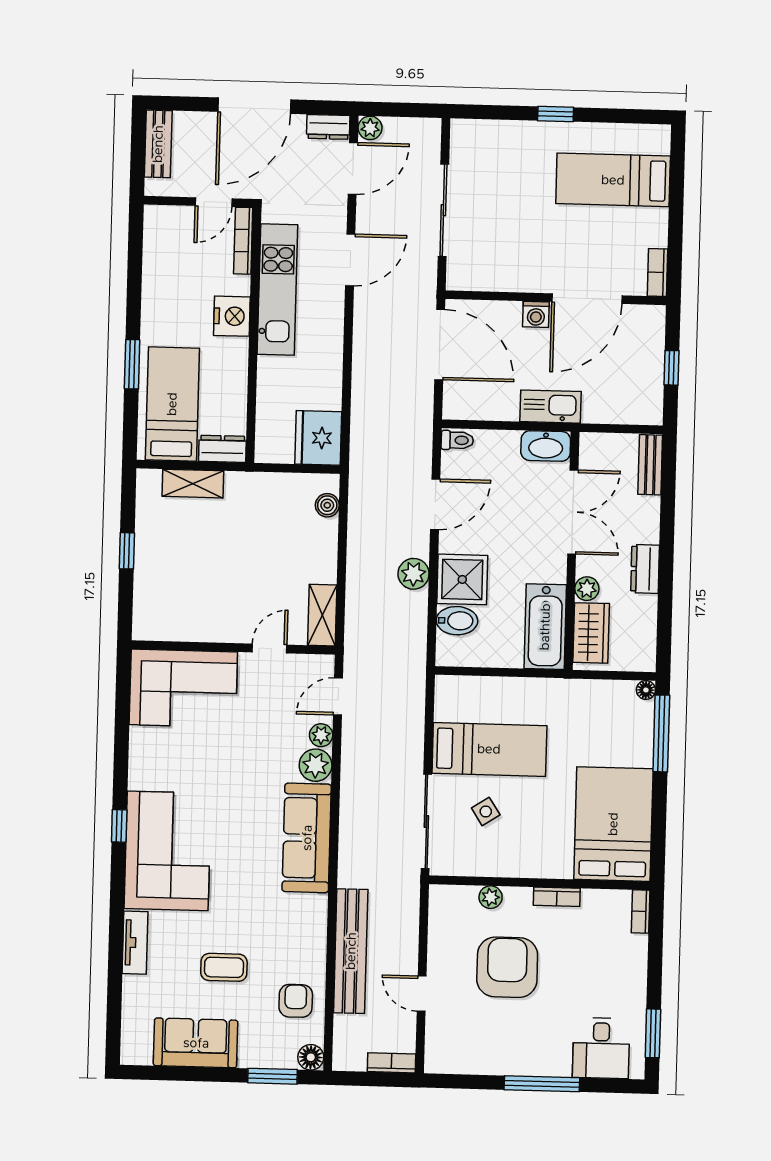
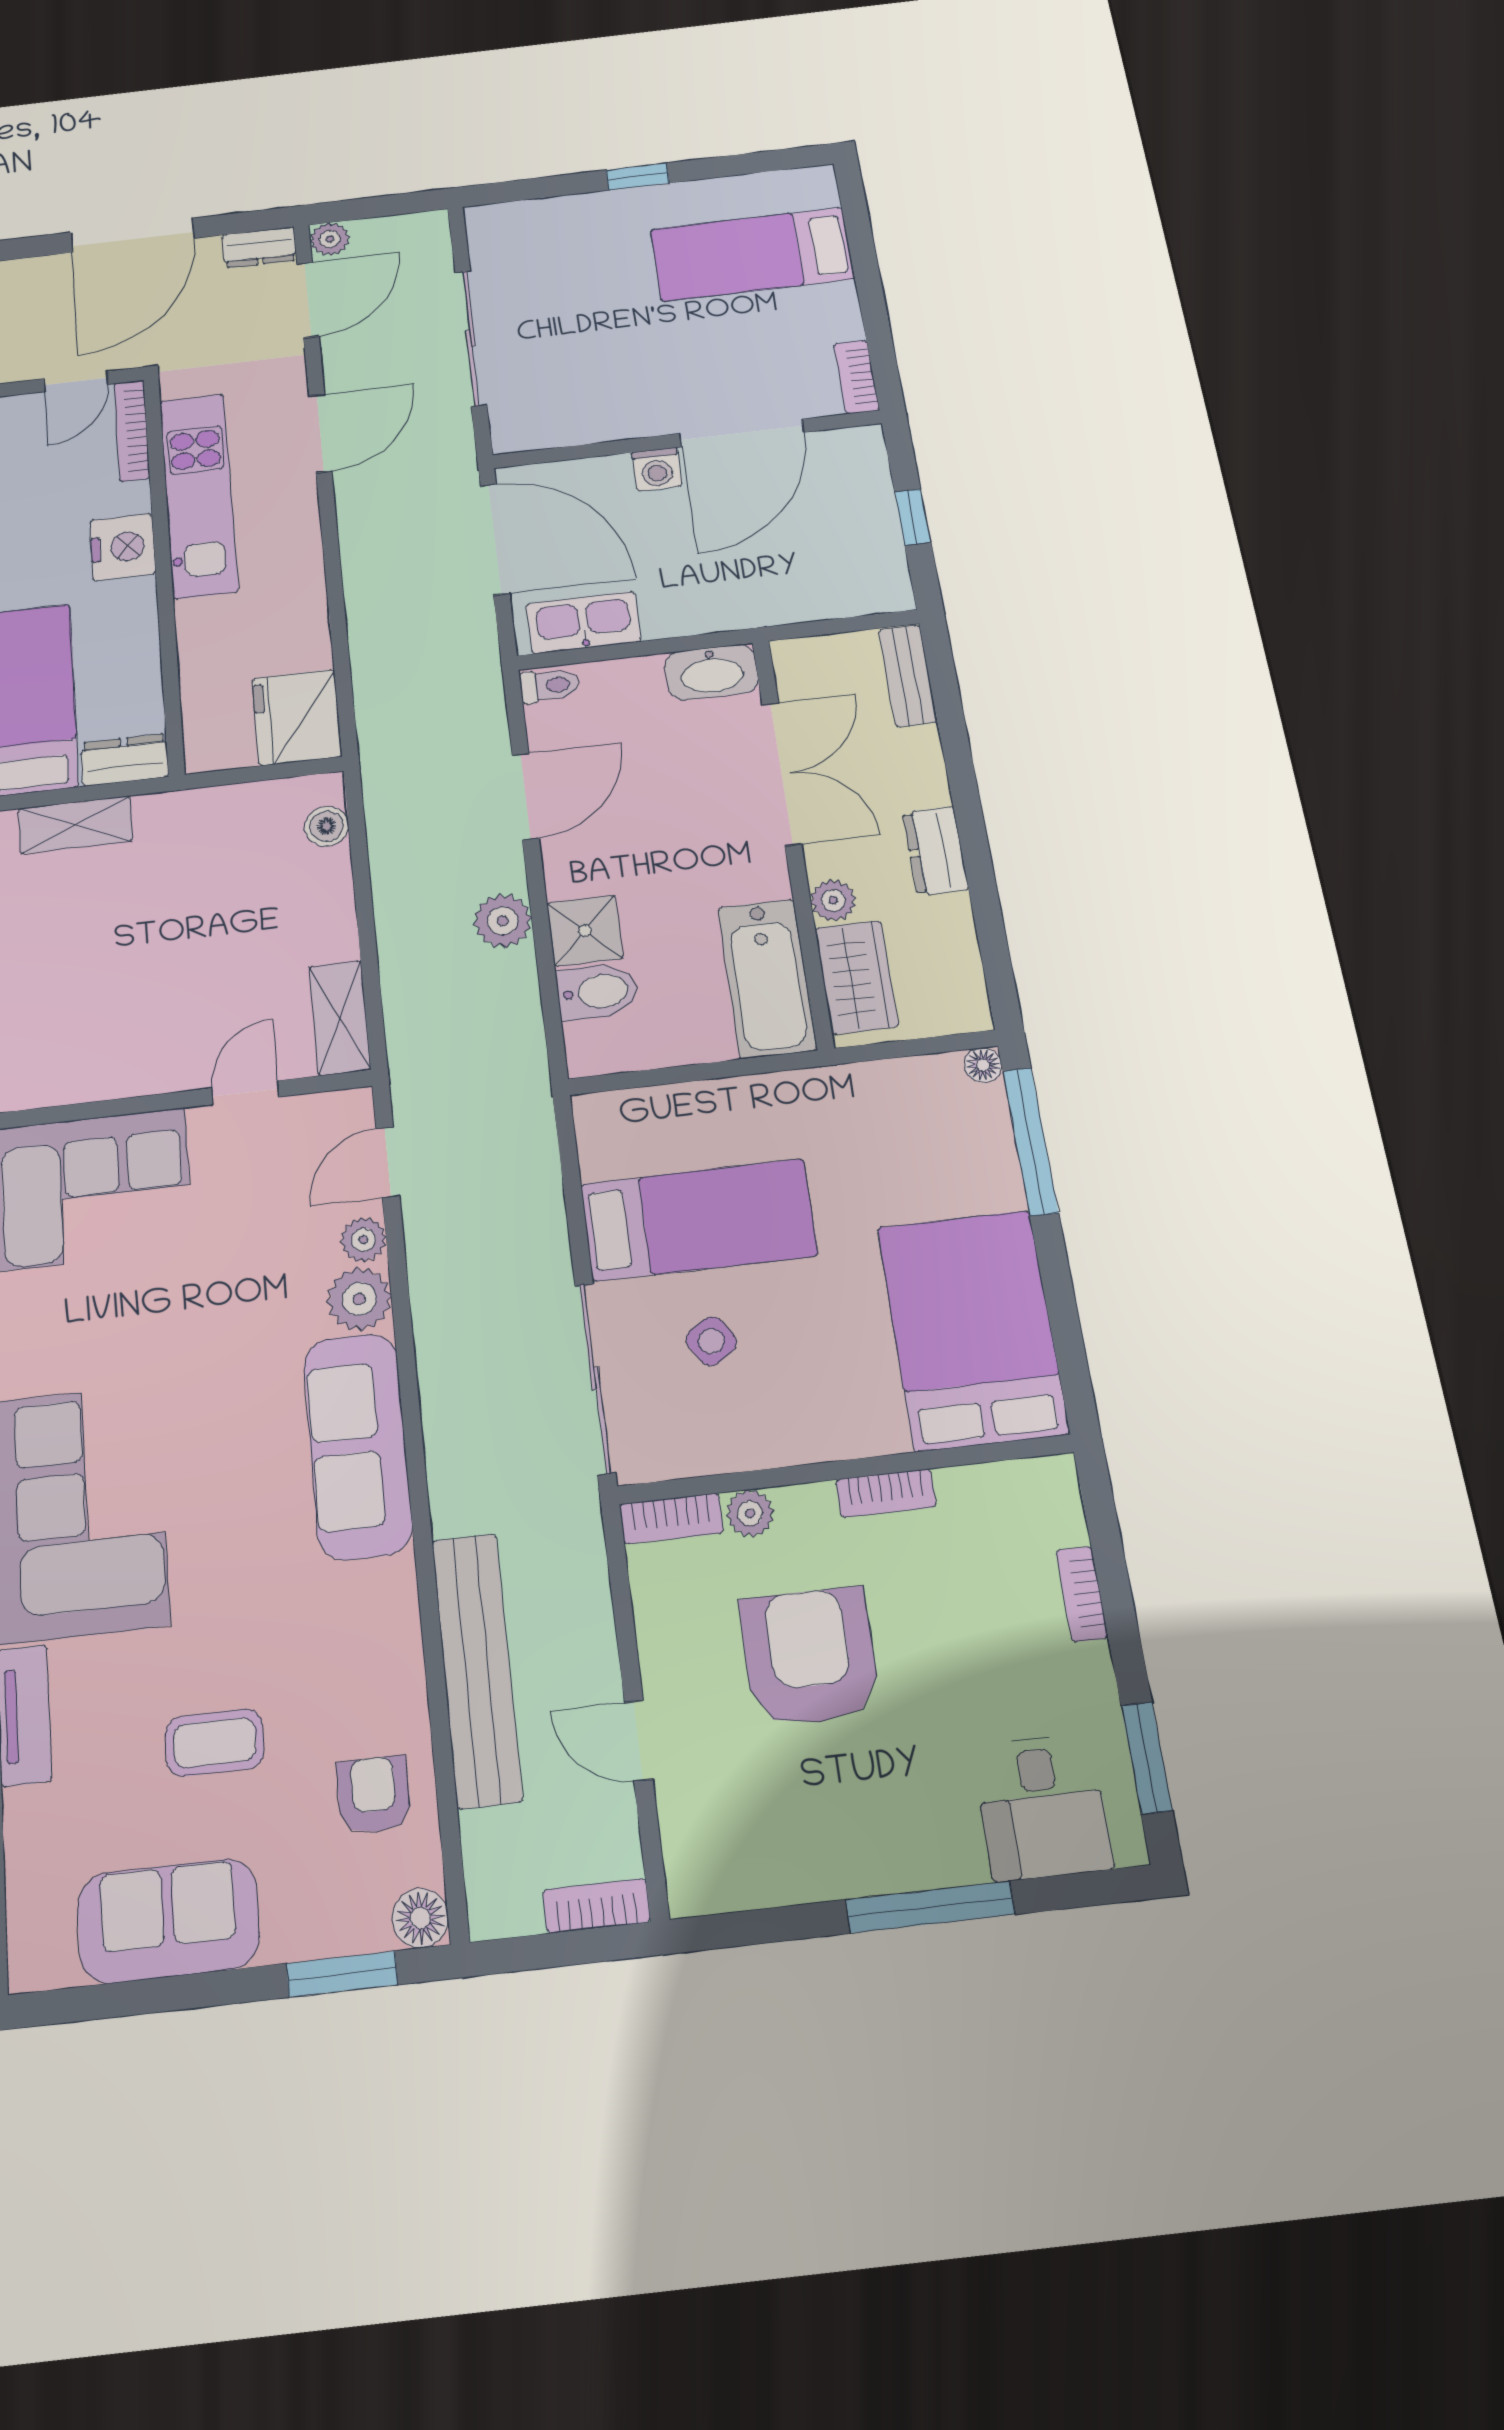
kitchen sink: (550, 407) -> (583, 622), moved
shower: (462, 579) -> (585, 931), width x0.73, depth x0.73
bookcase: (453, 894) -> (671, 1519), added
bookcase: (641, 911) -> (1082, 1594), moved

